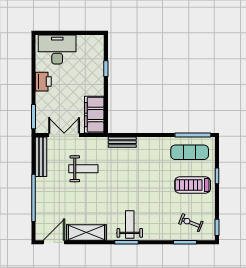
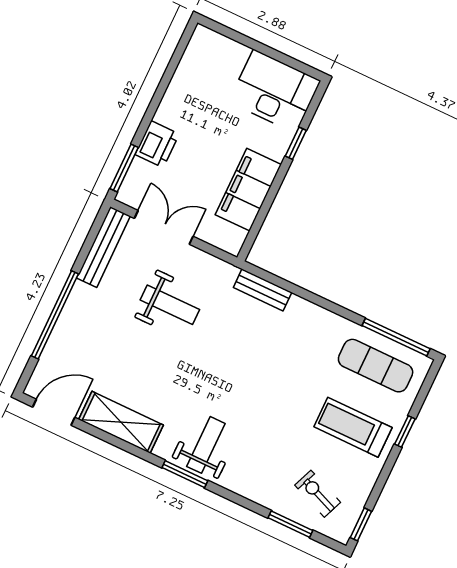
desk: (57, 50) -> (275, 91), moved
printer: (43, 82) -> (157, 144), moved
filing cabinet: (94, 115) -> (248, 190), moved

